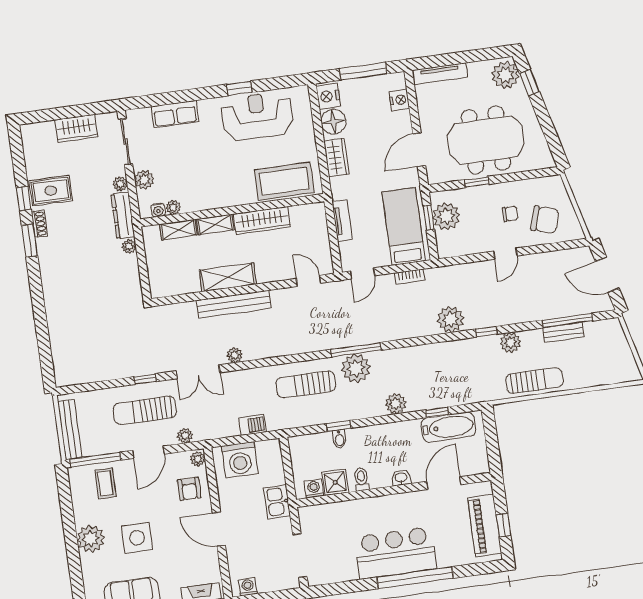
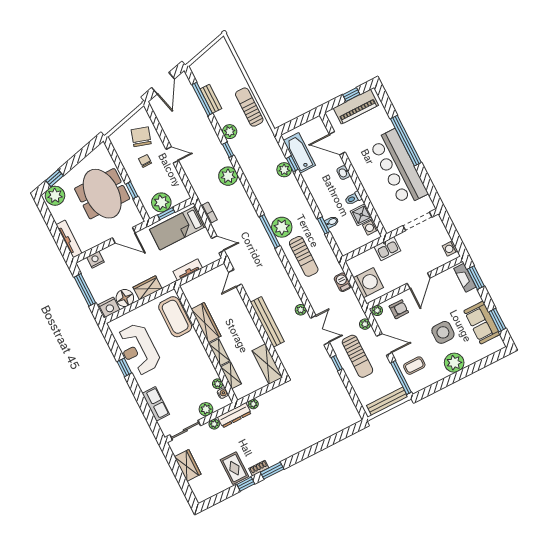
shelving: (228, 277) -> (267, 364), moved
plant: (396, 404) -> (284, 170), moved
bar counter: (396, 553) -> (398, 168), width x1.36

